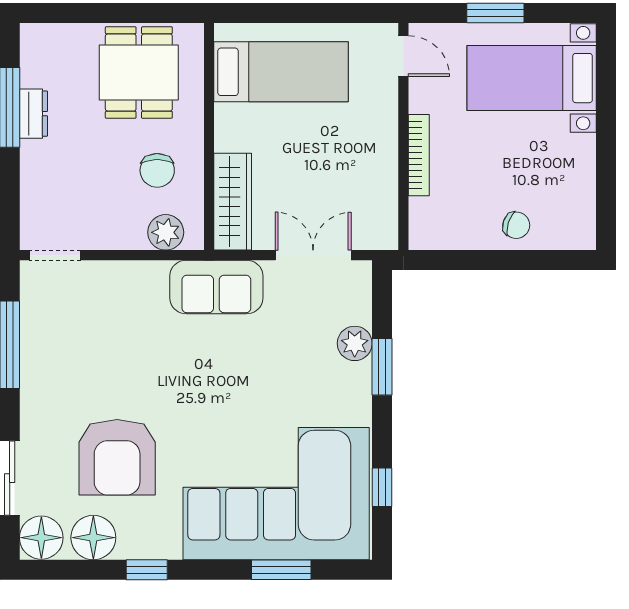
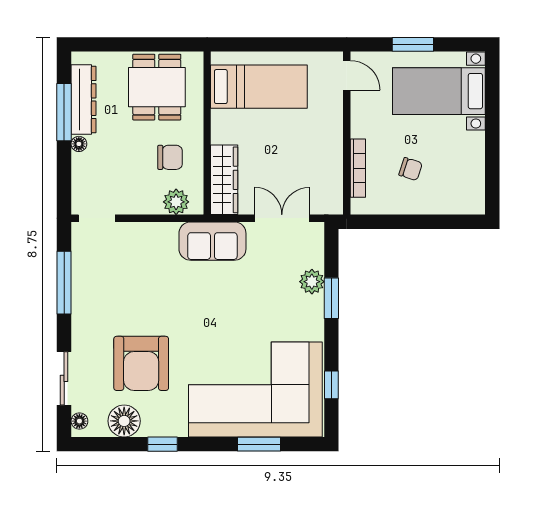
dresser: (33, 114) -> (84, 100), width x1.96, depth x1.24
floor lamp: (30, 152) -> (79, 144), added
bookcase: (419, 155) -> (358, 168), moved
chair: (157, 170) -> (170, 157), turned -90
chair: (516, 225) -> (411, 169), moved
floor lamp: (41, 538) -> (79, 421), width x0.53, depth x0.53

